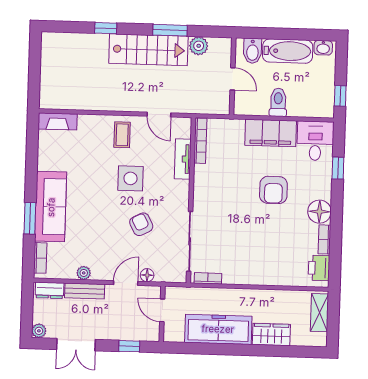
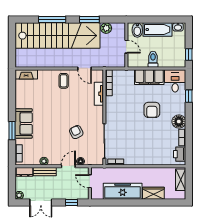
window: (106, 28) -> (52, 20), width x2.17
stairs: (148, 50) -> (58, 36), width x1.86, depth x1.51
side table: (131, 178) -> (69, 106), removed
sofa: (51, 207) -> (24, 123), width x0.73

